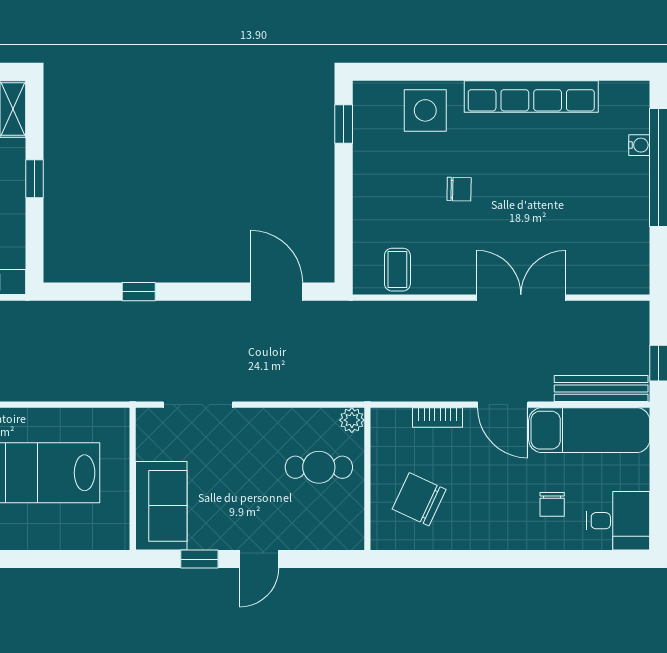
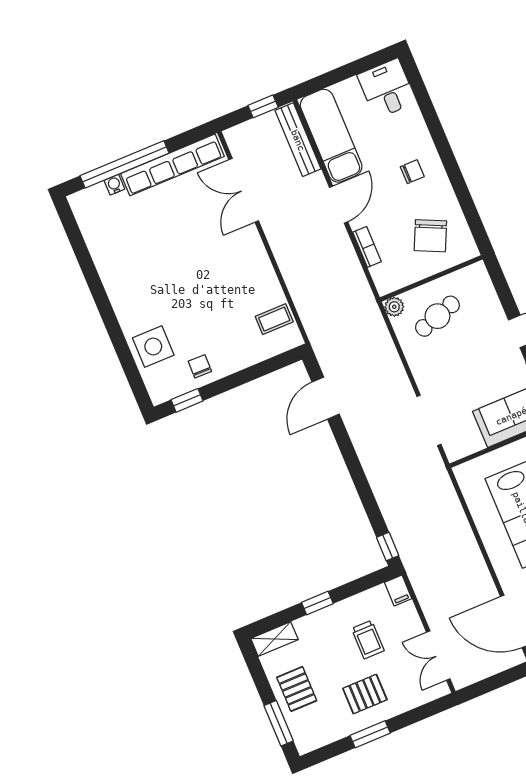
row of seats: (531, 96) -> (172, 165), moved, turned 90
chair: (459, 189) -> (200, 366), moved
window: (139, 292) -> (388, 546), moved
double door: (521, 298) -> (244, 190), moved
cafe table: (319, 467) -> (437, 316), turned 72
chair: (552, 504) -> (412, 172), moved

